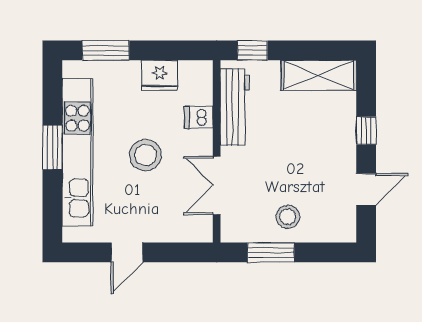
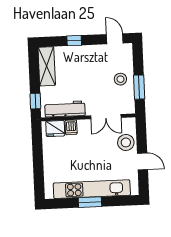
window: (106, 50) -> (39, 177), removed
fridge: (160, 75) -> (55, 129), moved, turned 90
stool: (145, 155) -> (126, 142), moved
door: (366, 189) -> (115, 39), moved

